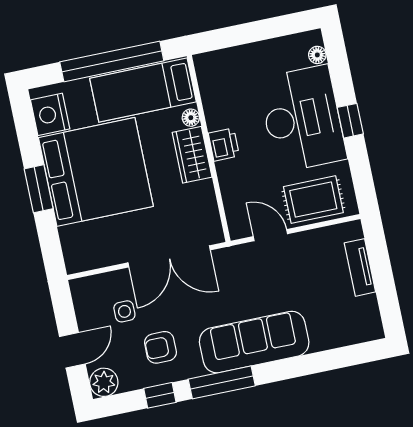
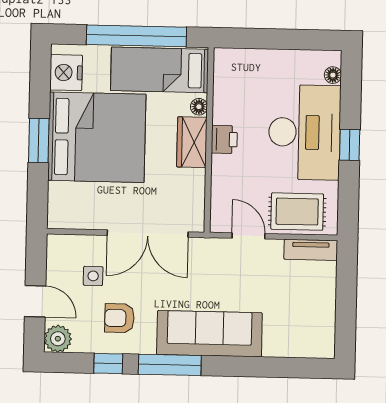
tv unit: (360, 267) -> (311, 250), moved, turned -90
door: (72, 350) -> (35, 301), hinge flipped

